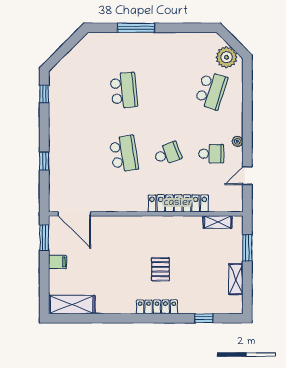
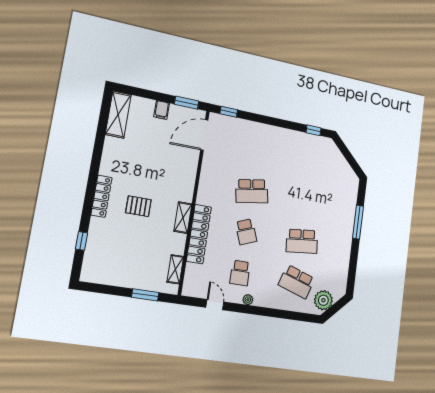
school desk: (124, 90) -> (302, 241), moved
window: (44, 161) -> (229, 112), moved
shelving: (236, 279) -> (183, 218), moved, turned 90

